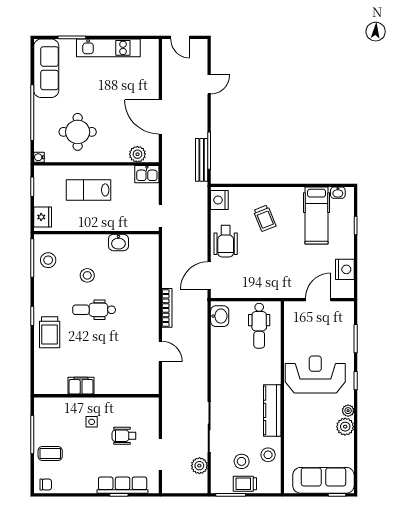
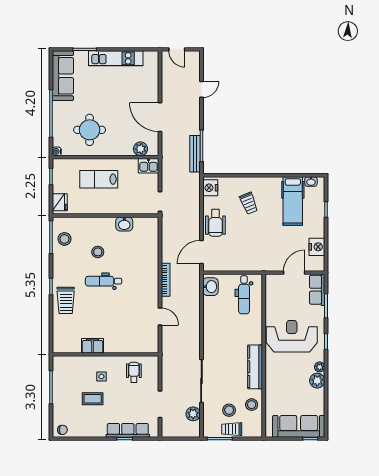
row of seats: (345, 320) -> (317, 290), added
wheelchair: (124, 436) -> (134, 372), moved, turned 90
coffee table: (50, 454) -> (93, 399), moved

